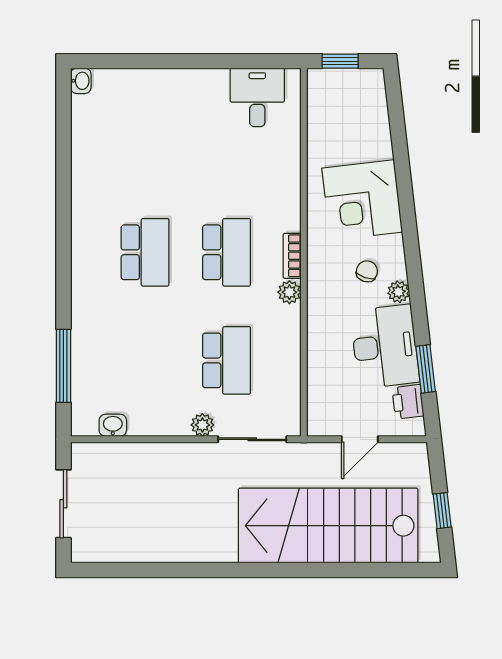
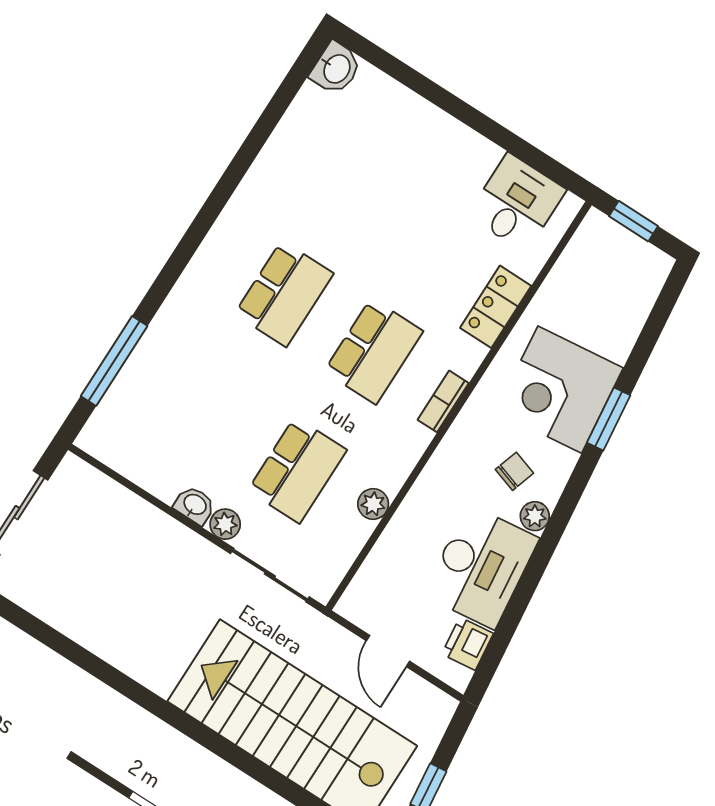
washbasin: (81, 81) -> (336, 68), width x1.38, depth x1.45
locker: (287, 173) -> (496, 307), added
plant: (289, 292) -> (373, 504), moved
window: (426, 369) -> (609, 419), moved
washbasin: (113, 425) -> (195, 505), moved
door: (360, 439) -> (388, 651), hinge flipped

